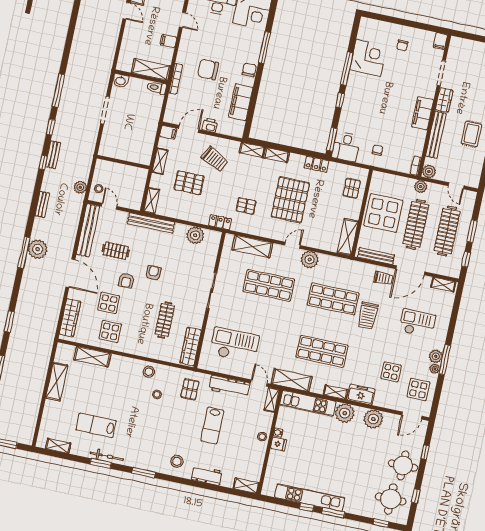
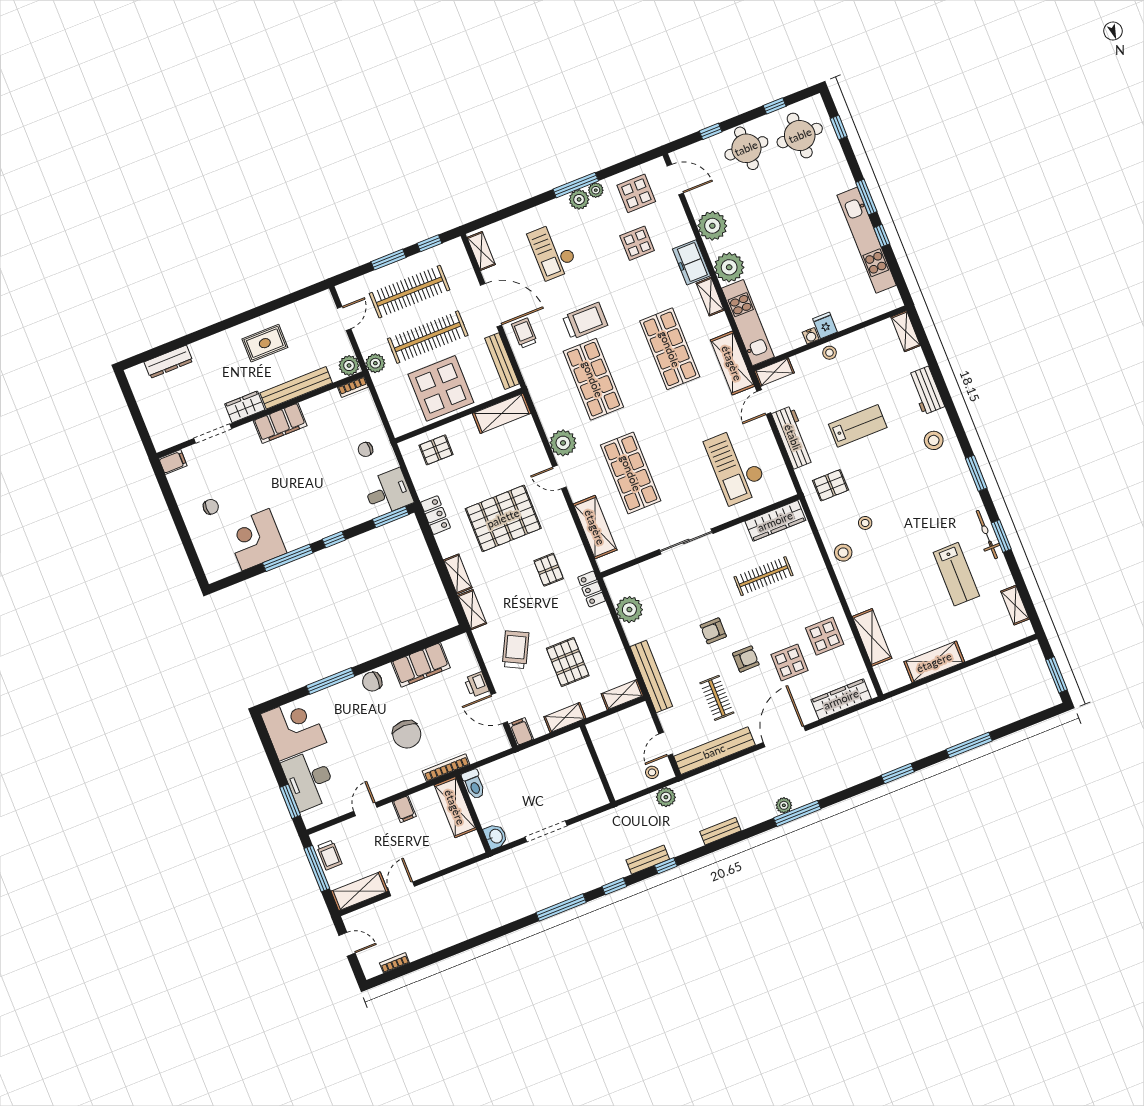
plant: (38, 249) -> (784, 805), width x0.53, depth x0.53

